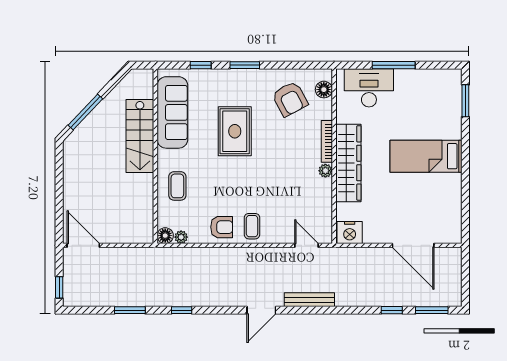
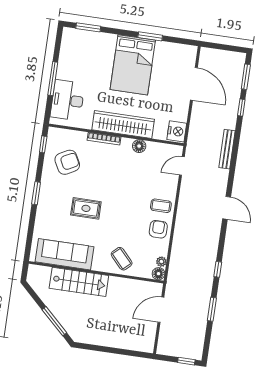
window: (201, 65) -> (43, 144), moved
floor lamp: (324, 90) -> (139, 146), moved
rug: (235, 131) -> (86, 208), width x0.73, depth x0.70
bed: (426, 156) -> (133, 65), width x1.50
plant: (325, 171) -> (126, 143), removed
window: (465, 181) -> (150, 36), added
coffee table: (177, 186) -> (122, 259), turned 47
door: (83, 245) -> (161, 310), moved
door: (413, 245) -> (194, 84), hinge flipped
bench: (309, 300) -> (227, 149), moved

